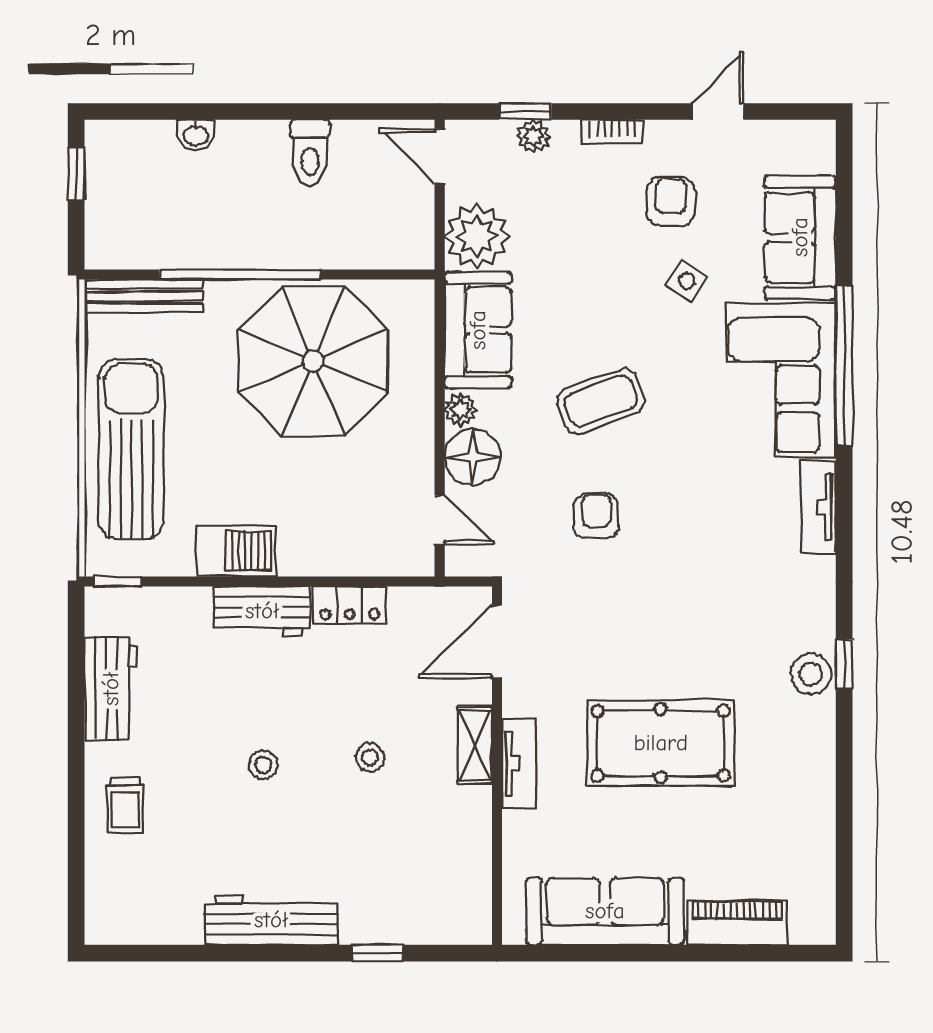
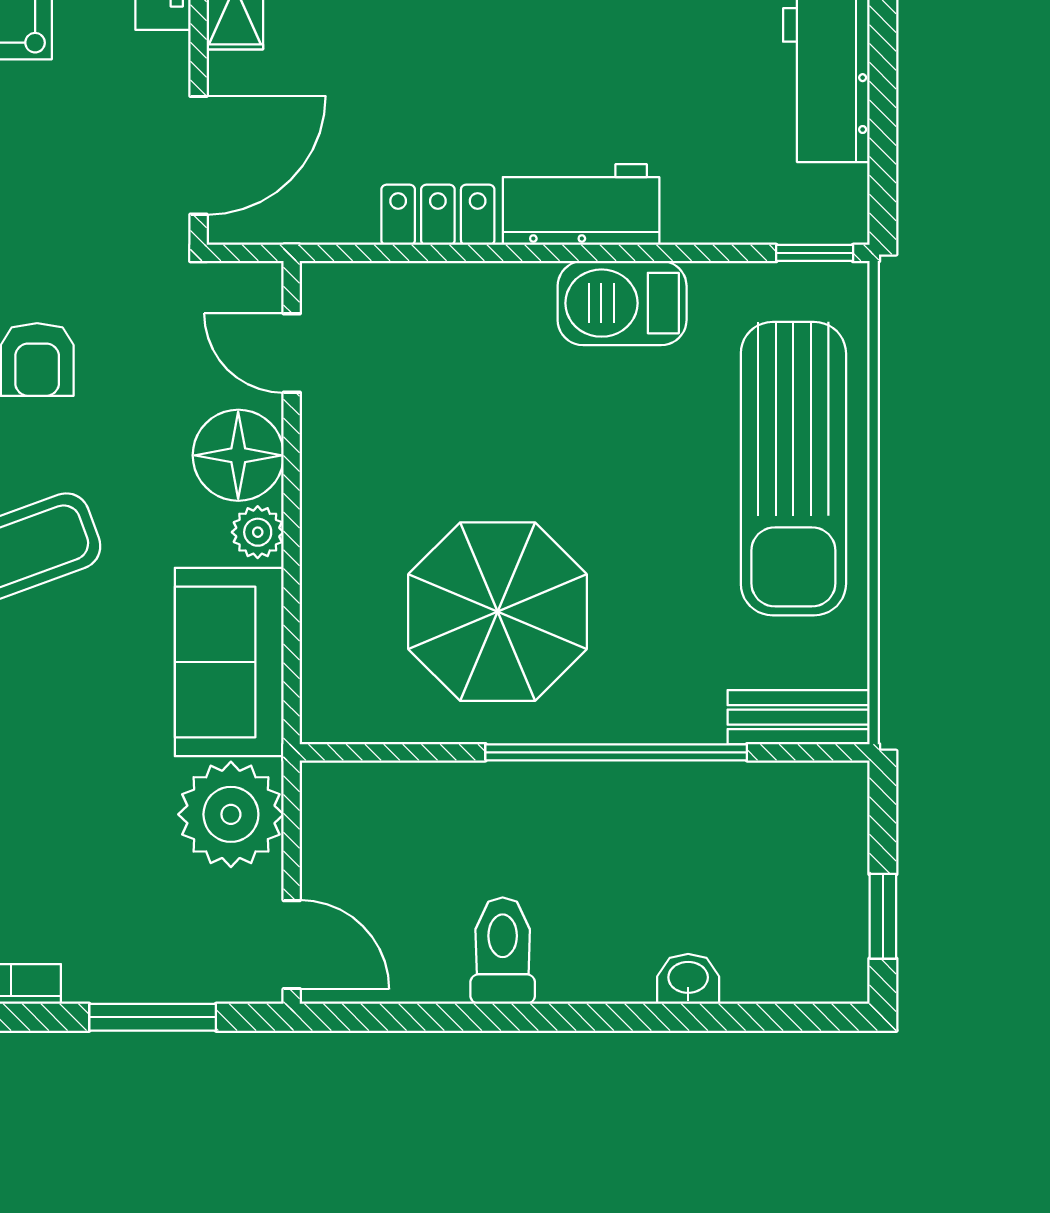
window: (525, 112) -> (153, 1017), width x1.50
plant: (533, 136) -> (139, 977), removed
bench: (144, 296) -> (799, 717), width x0.73
parasol: (313, 361) -> (498, 612), width x0.73, depth x0.73

